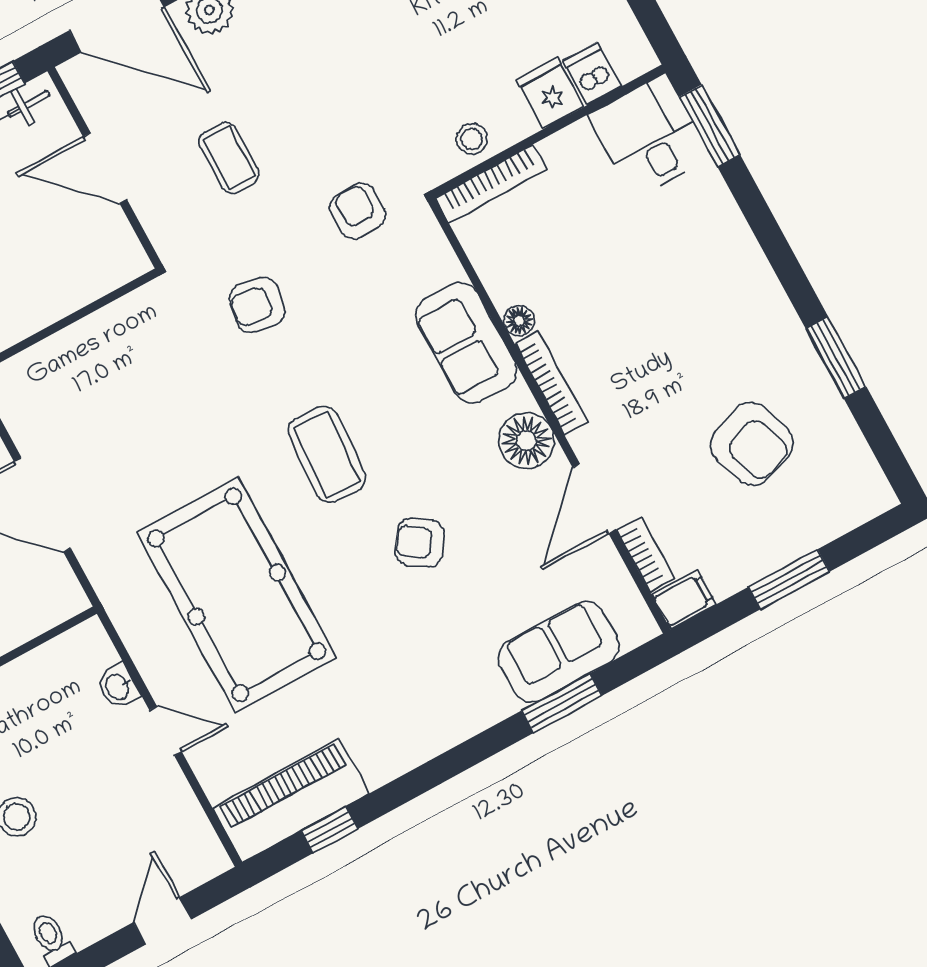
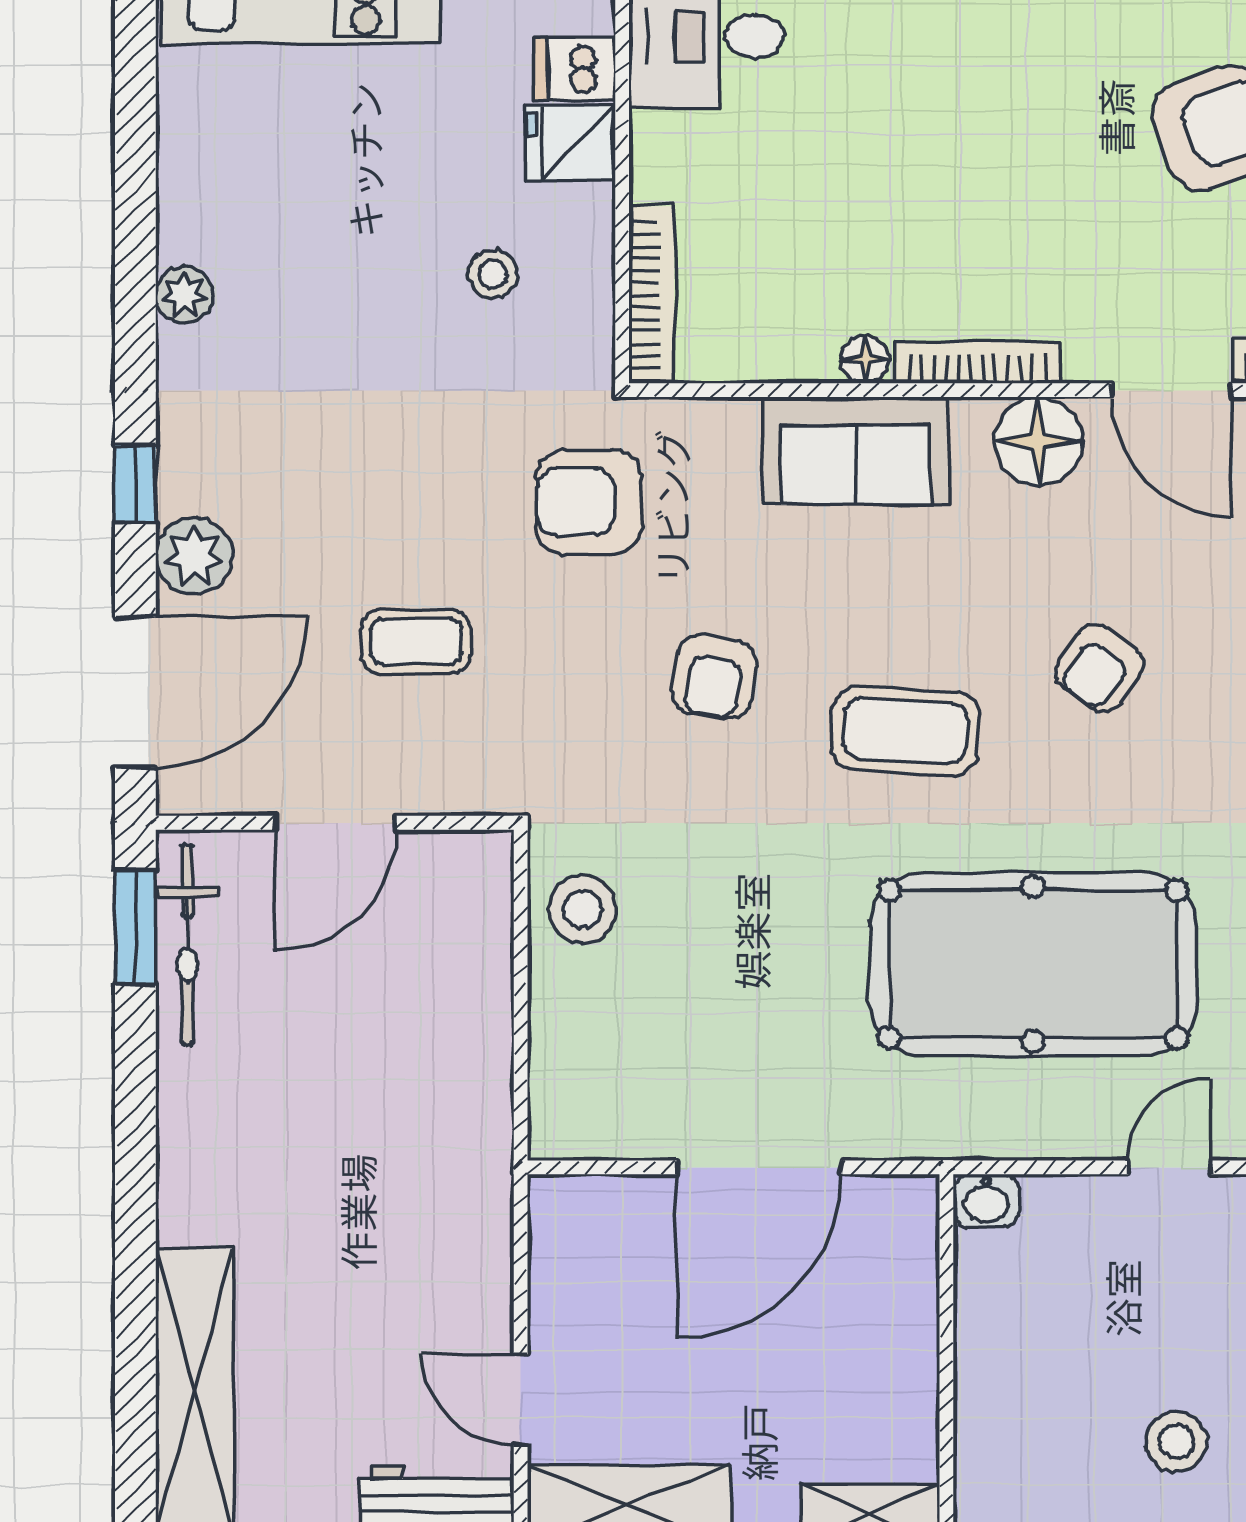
stool: (472, 139) -> (493, 274), moved
armchair: (358, 211) -> (589, 502), width x1.38, depth x1.38
armchair: (257, 305) -> (714, 677), moved
stool: (132, 330) -> (582, 909), added
washbasin: (118, 687) -> (986, 1201), moved

